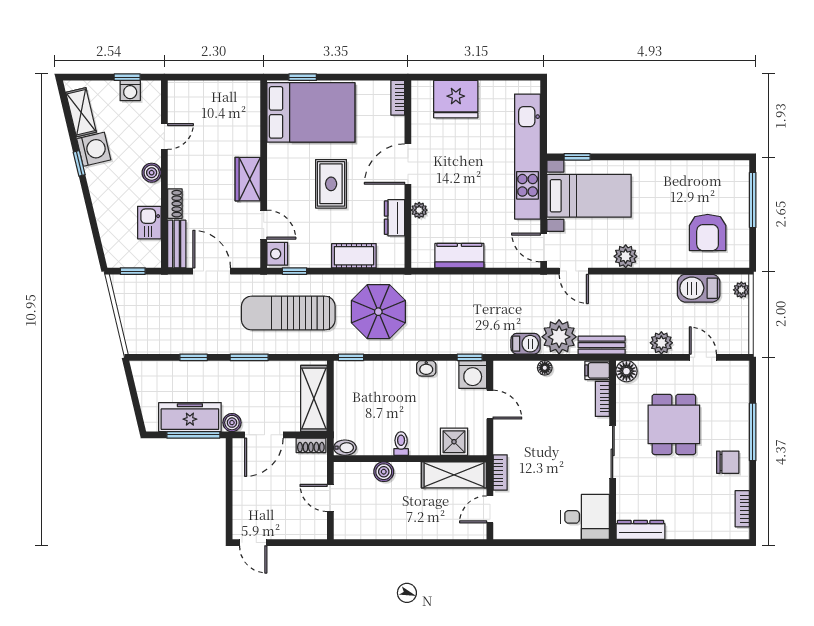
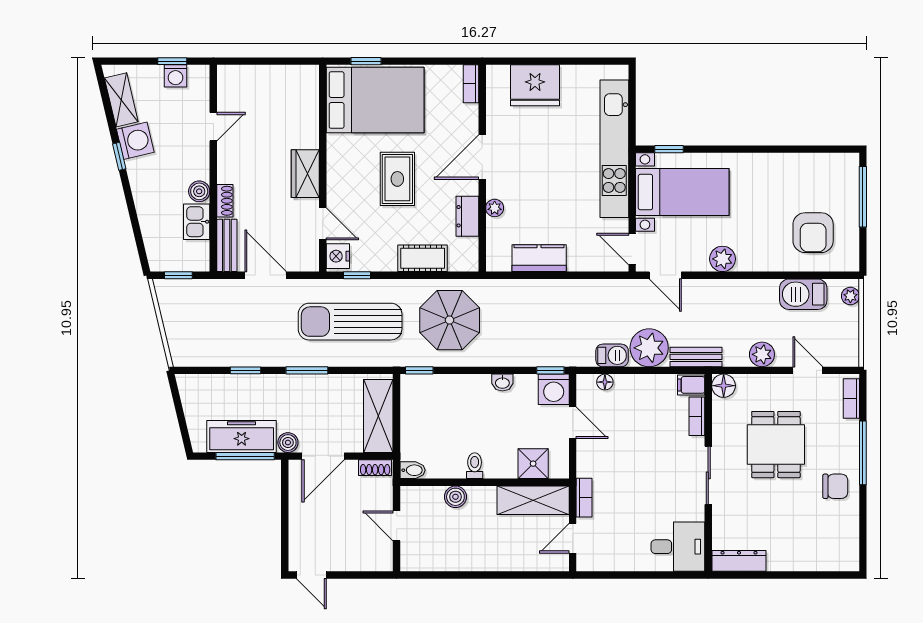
boiler: (152, 173) -> (199, 191), moved
floor lamp: (545, 368) -> (605, 382), moved
bookcase: (742, 509) -> (851, 399), moved

